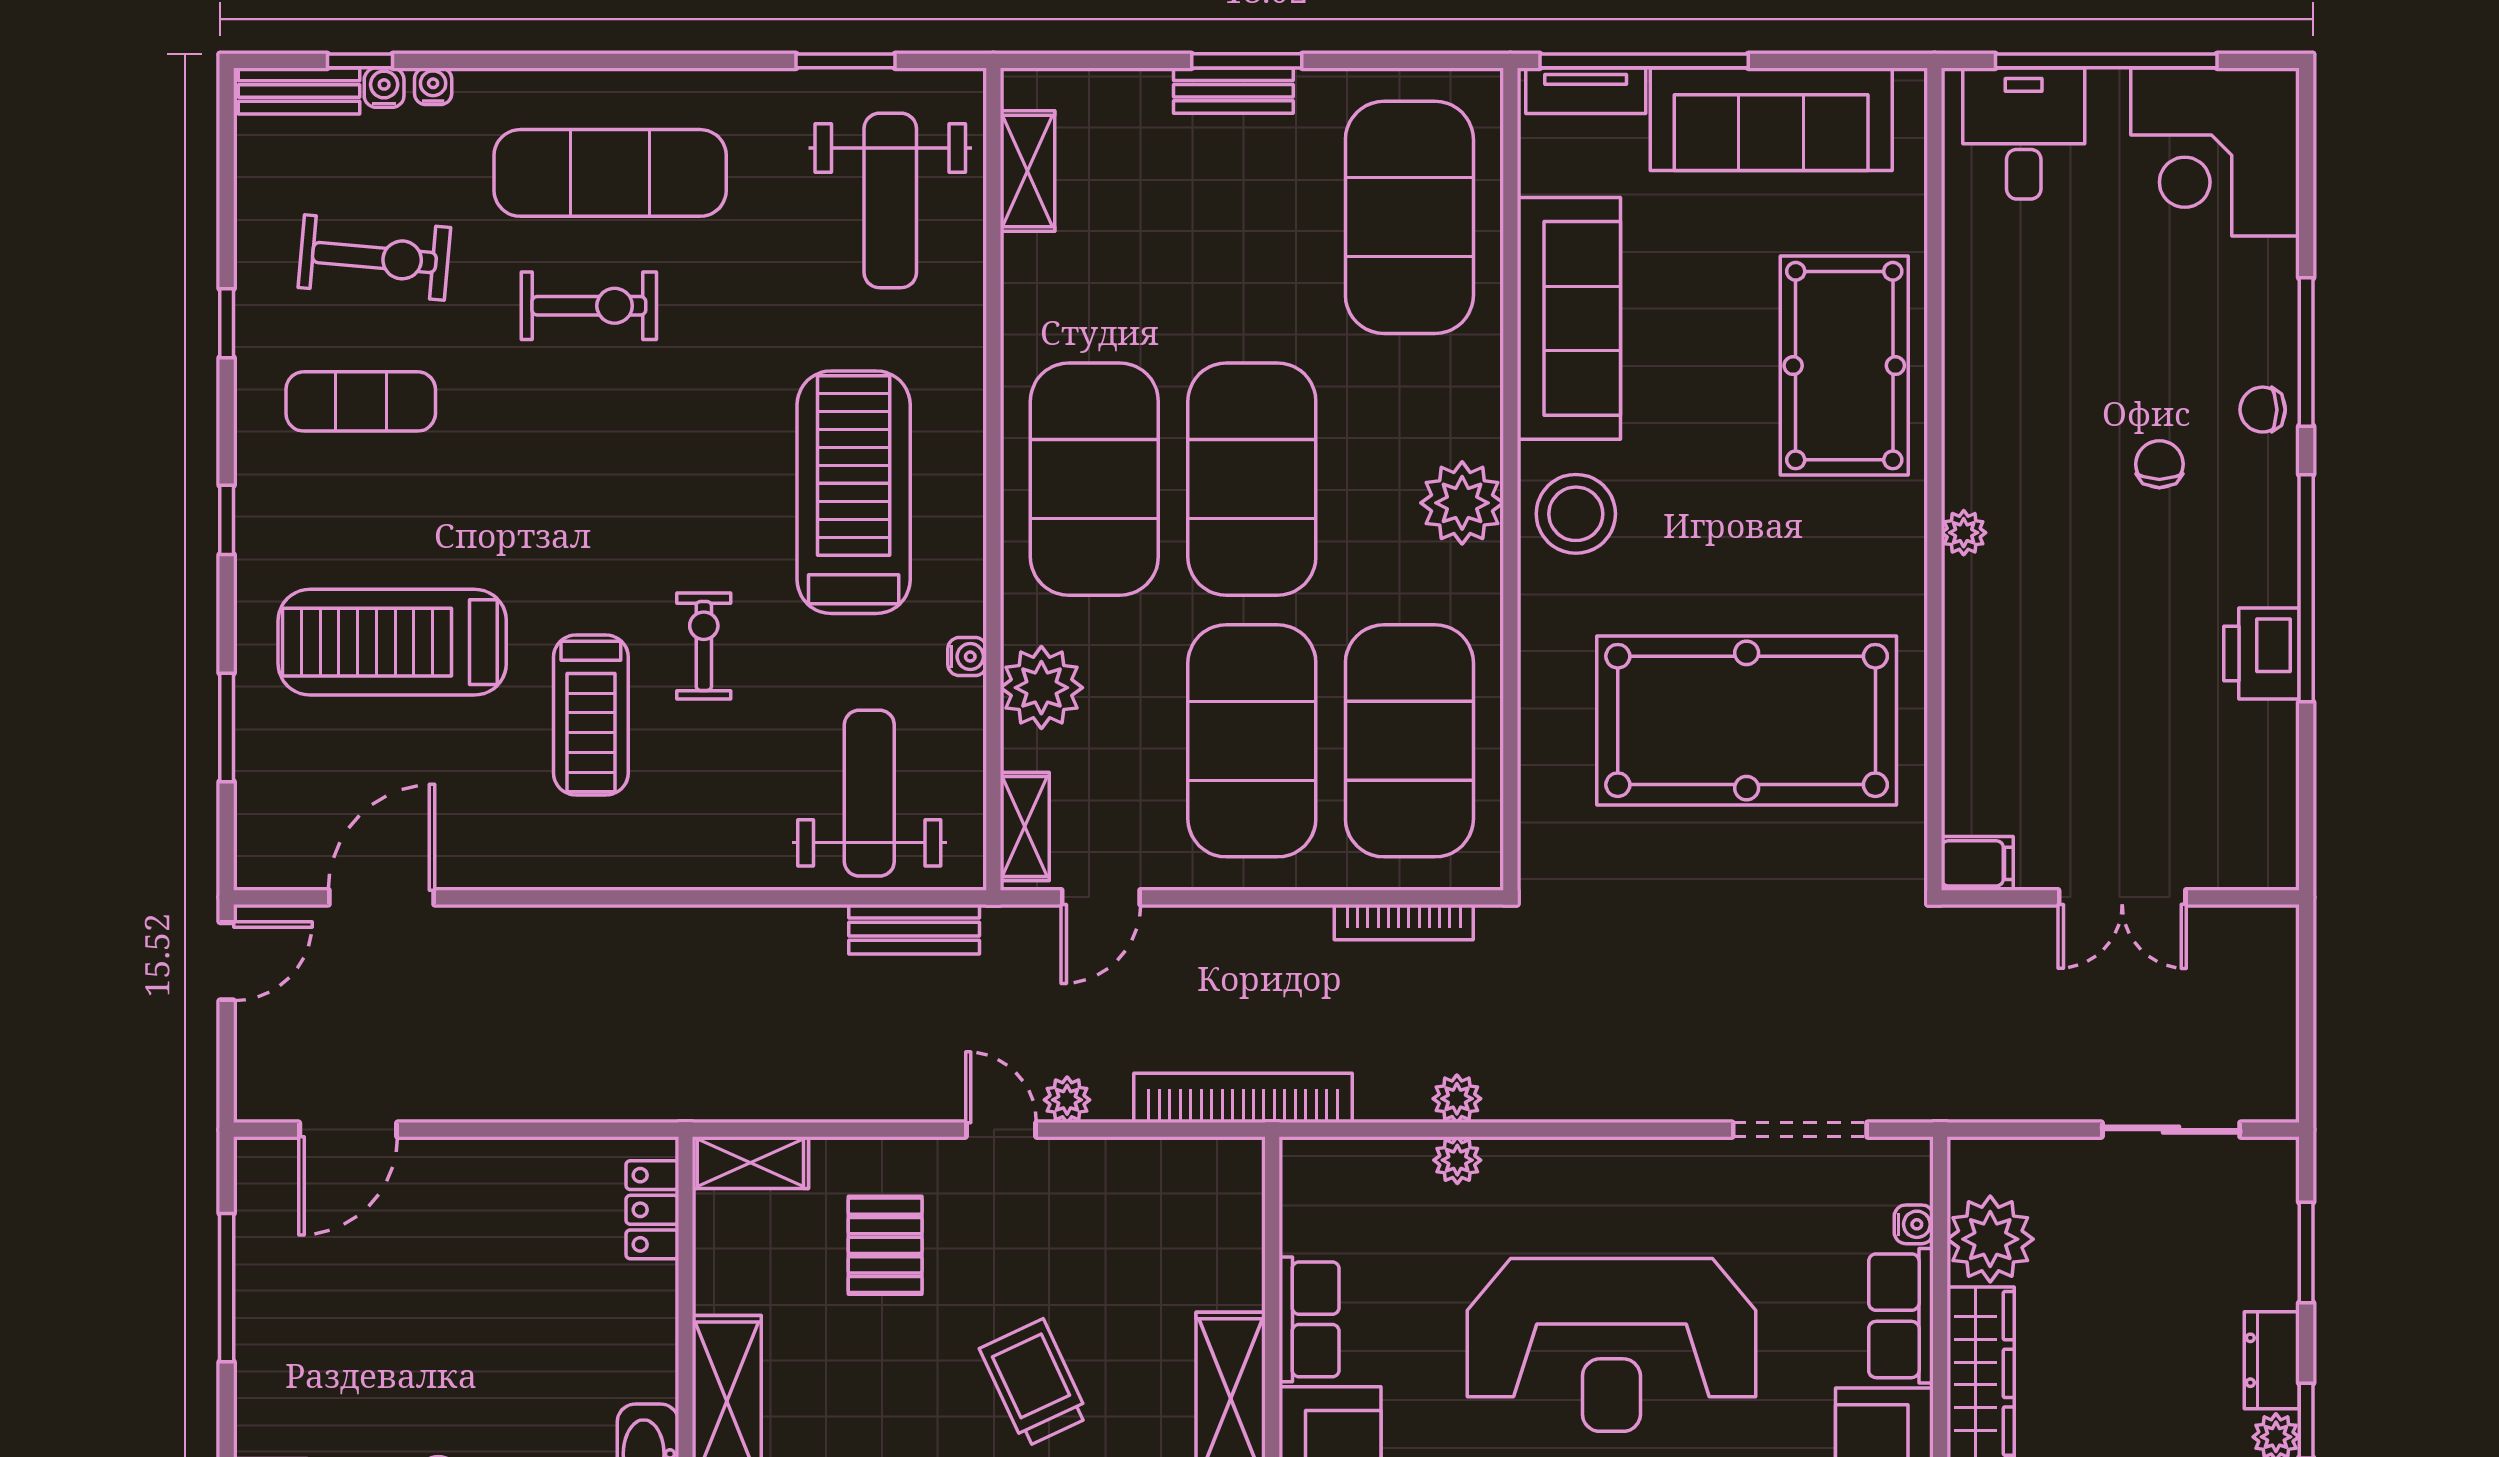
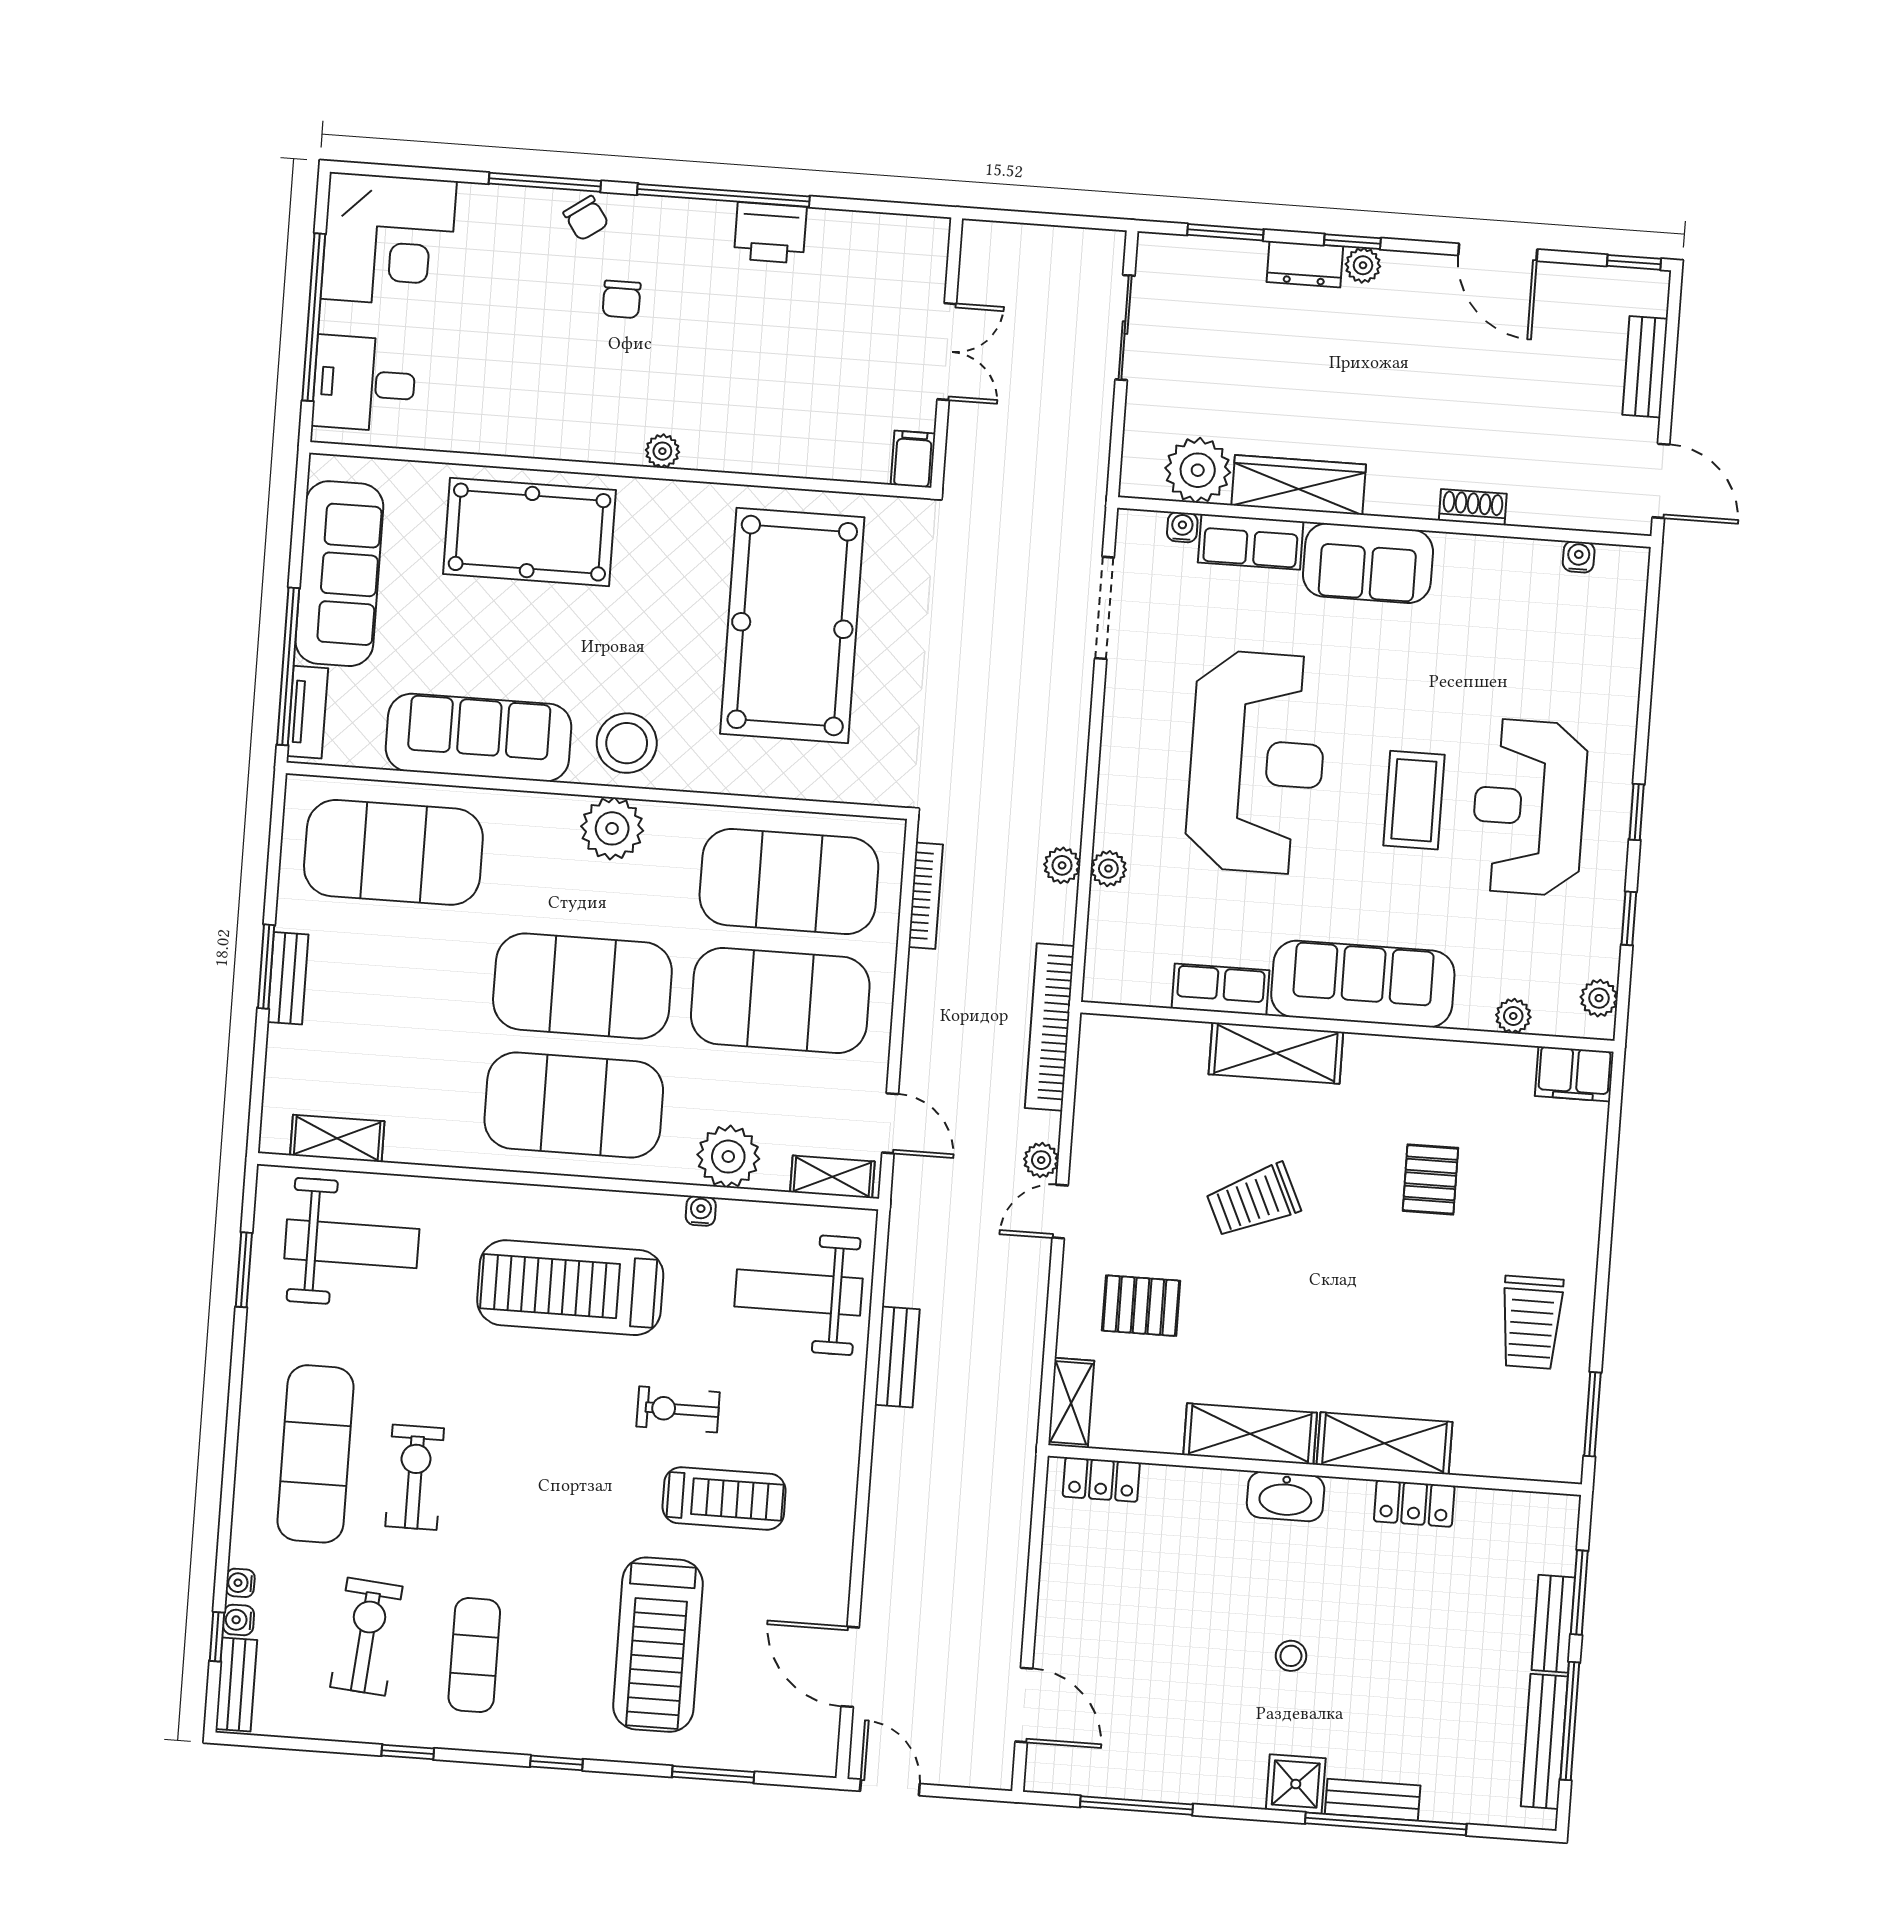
chair: (2263, 410) -> (586, 218), turned -35
chair: (2159, 464) -> (622, 299), turned -90
bench: (914, 929) -> (897, 1357), moved

